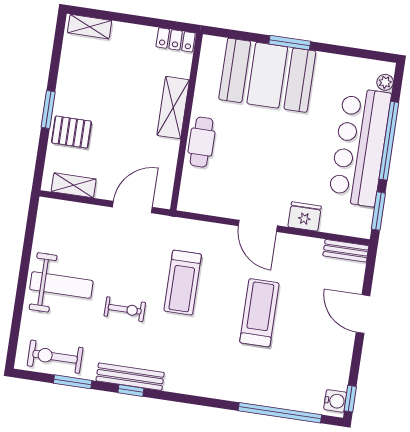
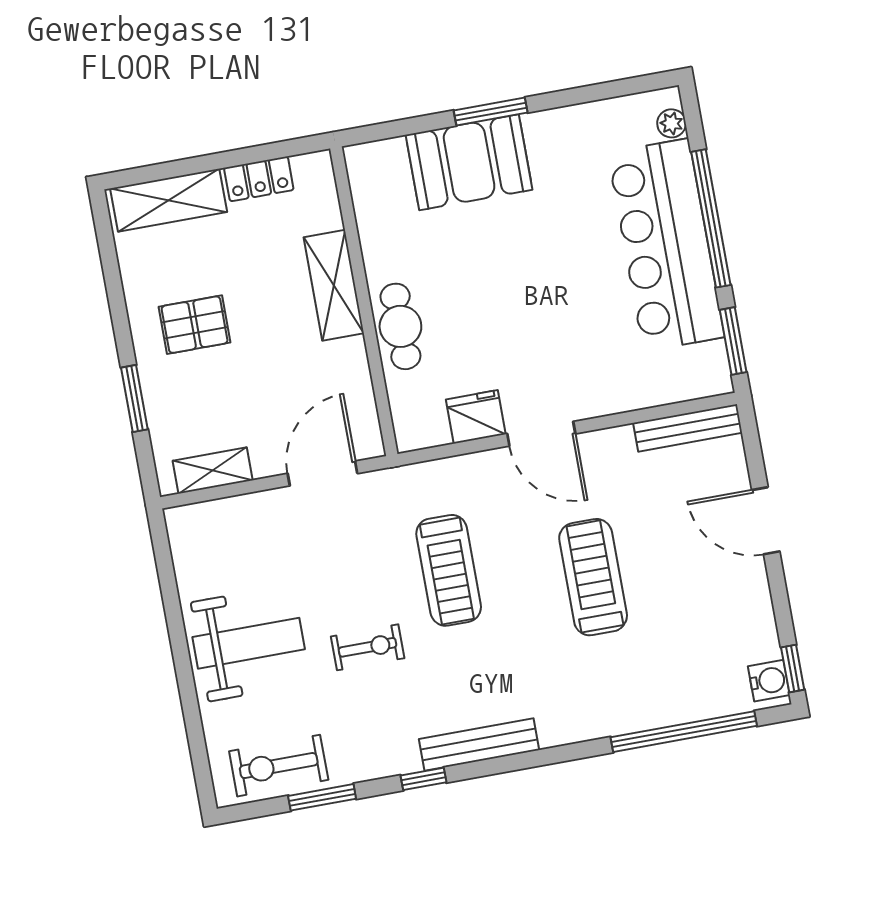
shelving: (90, 27) -> (169, 200), width x1.50, depth x1.33
locker: (176, 40) -> (259, 179), moved
booth: (267, 75) -> (469, 162), width x0.73, depth x0.70
window: (48, 109) -> (134, 398), moved
pallet: (72, 132) -> (195, 325), moved
fridge: (305, 217) -> (476, 417), moved
bench: (346, 251) -> (688, 428), width x1.36
bench: (130, 377) -> (479, 745), moved

